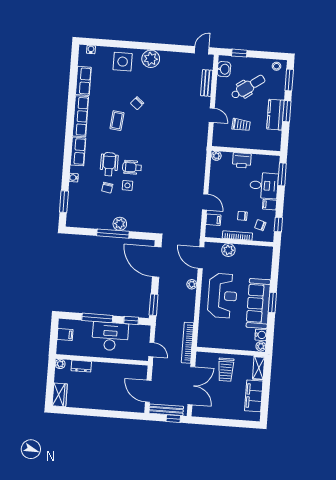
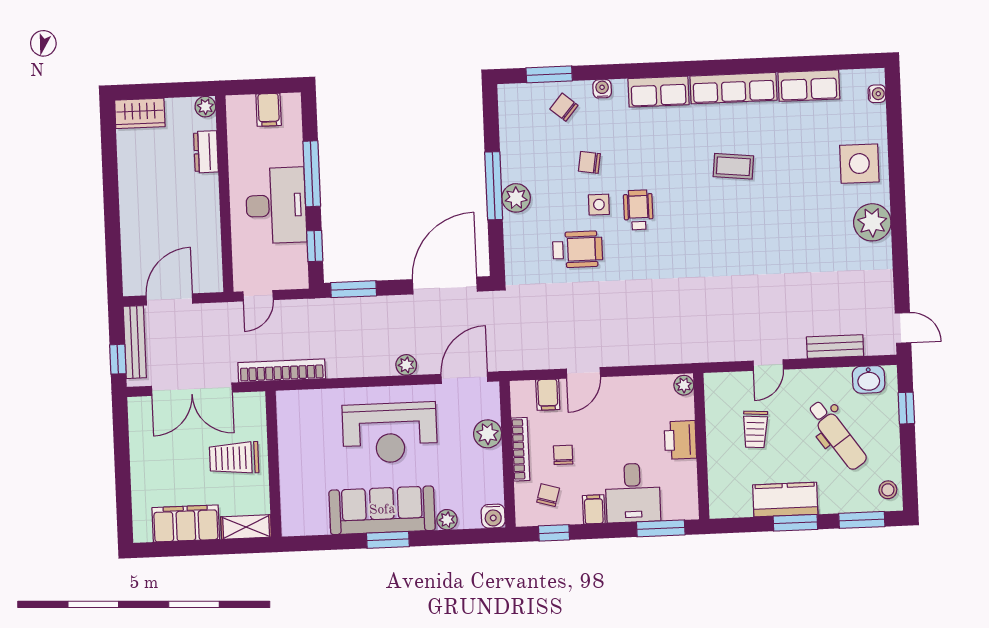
chair: (137, 103) -> (564, 107), moved
wheelchair: (109, 164) -> (578, 249), moved
water cooler: (261, 335) -> (493, 516), moved
plant: (261, 346) -> (447, 520), moved

